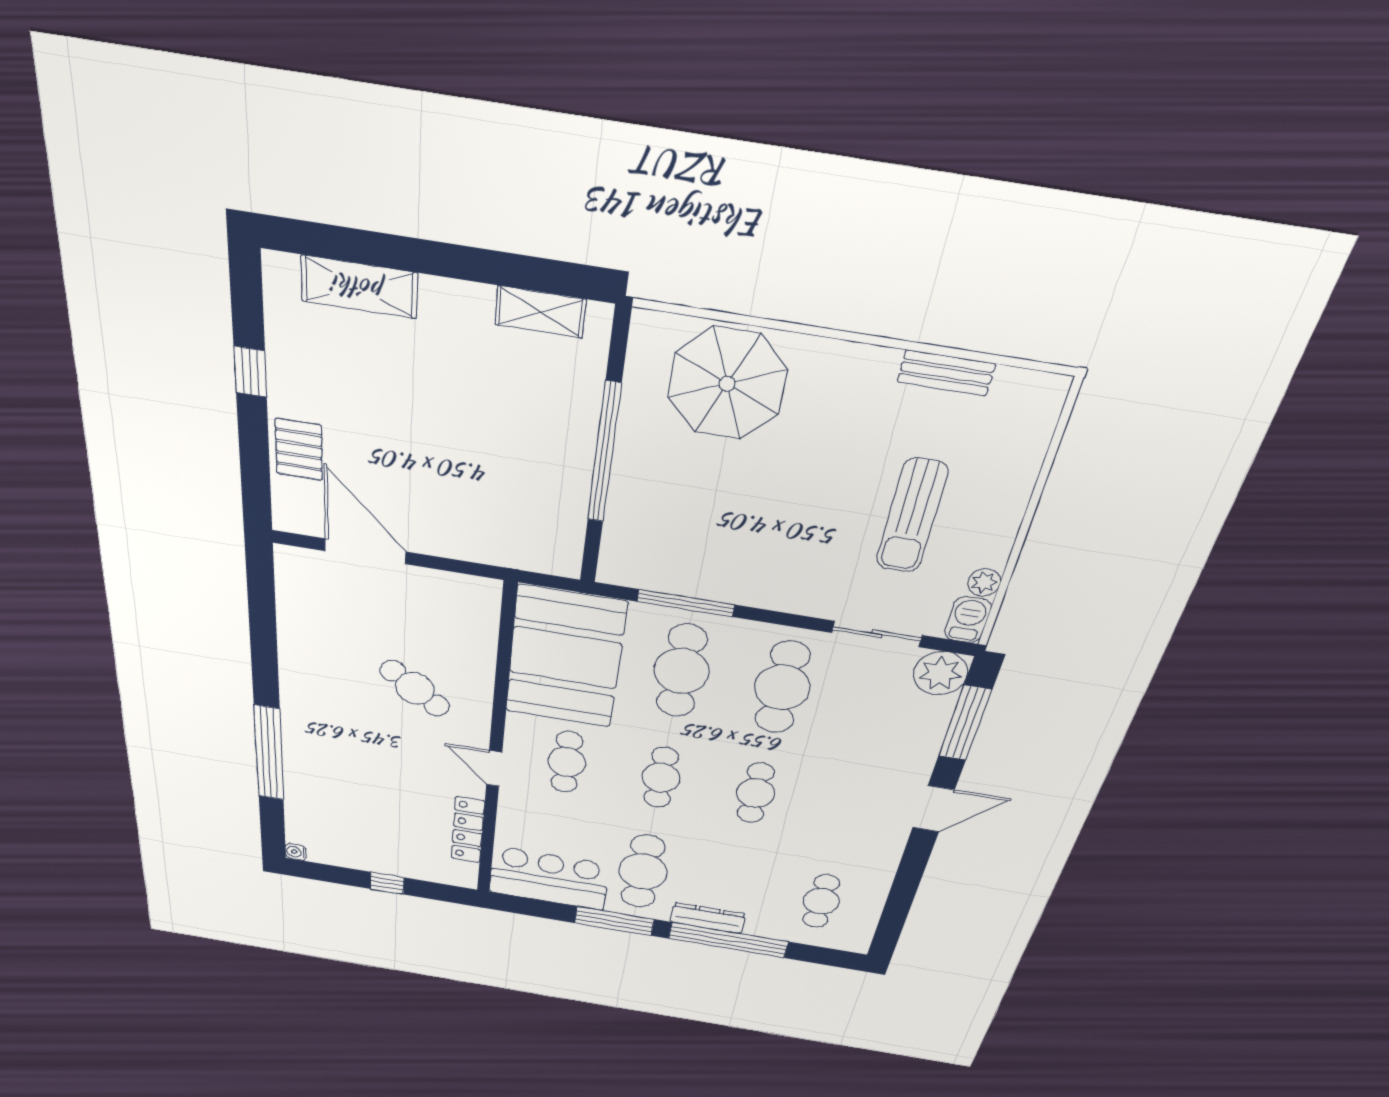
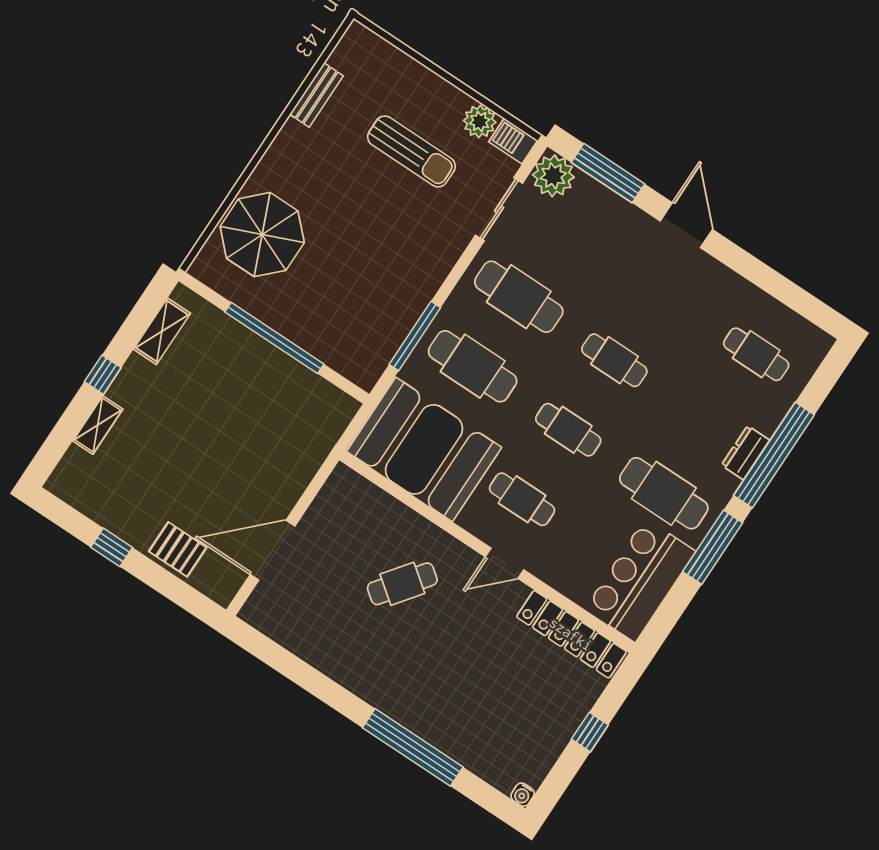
window: (444, 260) -> (103, 375), added
shelving: (359, 287) -> (98, 425), width x0.67, depth x0.75
plant: (984, 582) -> (480, 121), width x1.38, depth x1.38
locker: (468, 830) -> (571, 634), width x1.41, depth x1.21
dresser: (708, 918) -> (746, 453), width x0.70

